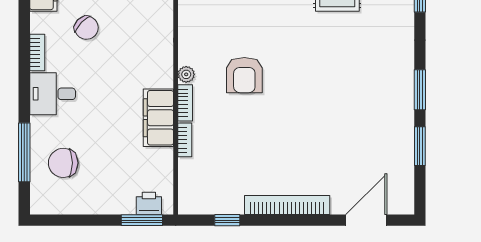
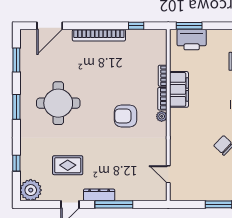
armchair: (244, 75) -> (126, 116), turned -90
round table: (353, 96) -> (58, 103), added
window: (420, 146) -> (16, 60), moved
printer: (149, 203) -> (192, 40), width x1.87, depth x1.48

